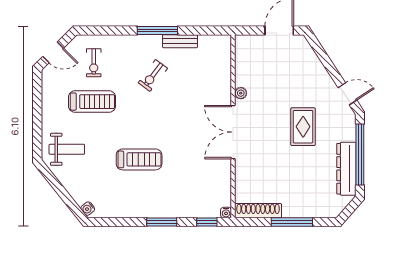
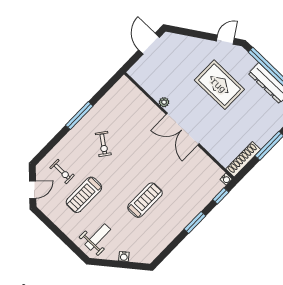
bench: (180, 41) -> (99, 108), removed
treadmill: (92, 102) -> (84, 195), turned 180
rug: (303, 127) -> (219, 85), width x1.36, depth x1.43
water cooler: (88, 209) -> (124, 256), moved

